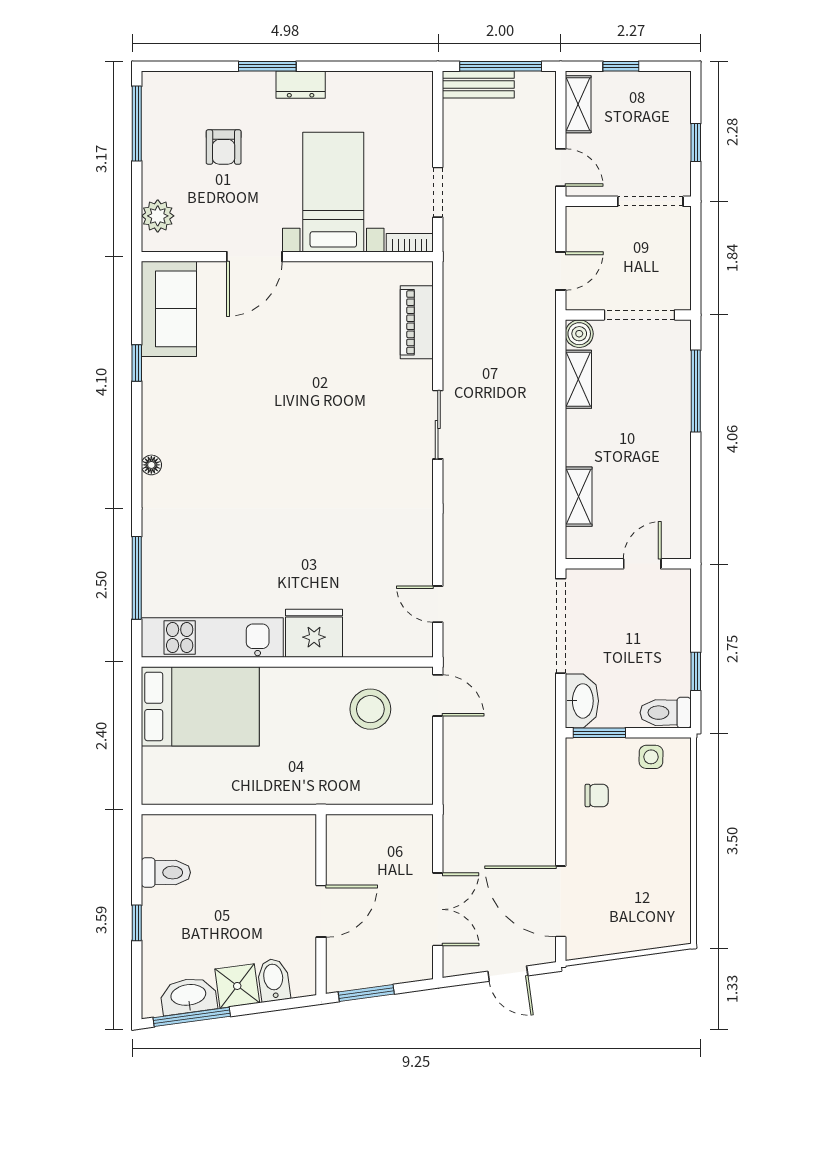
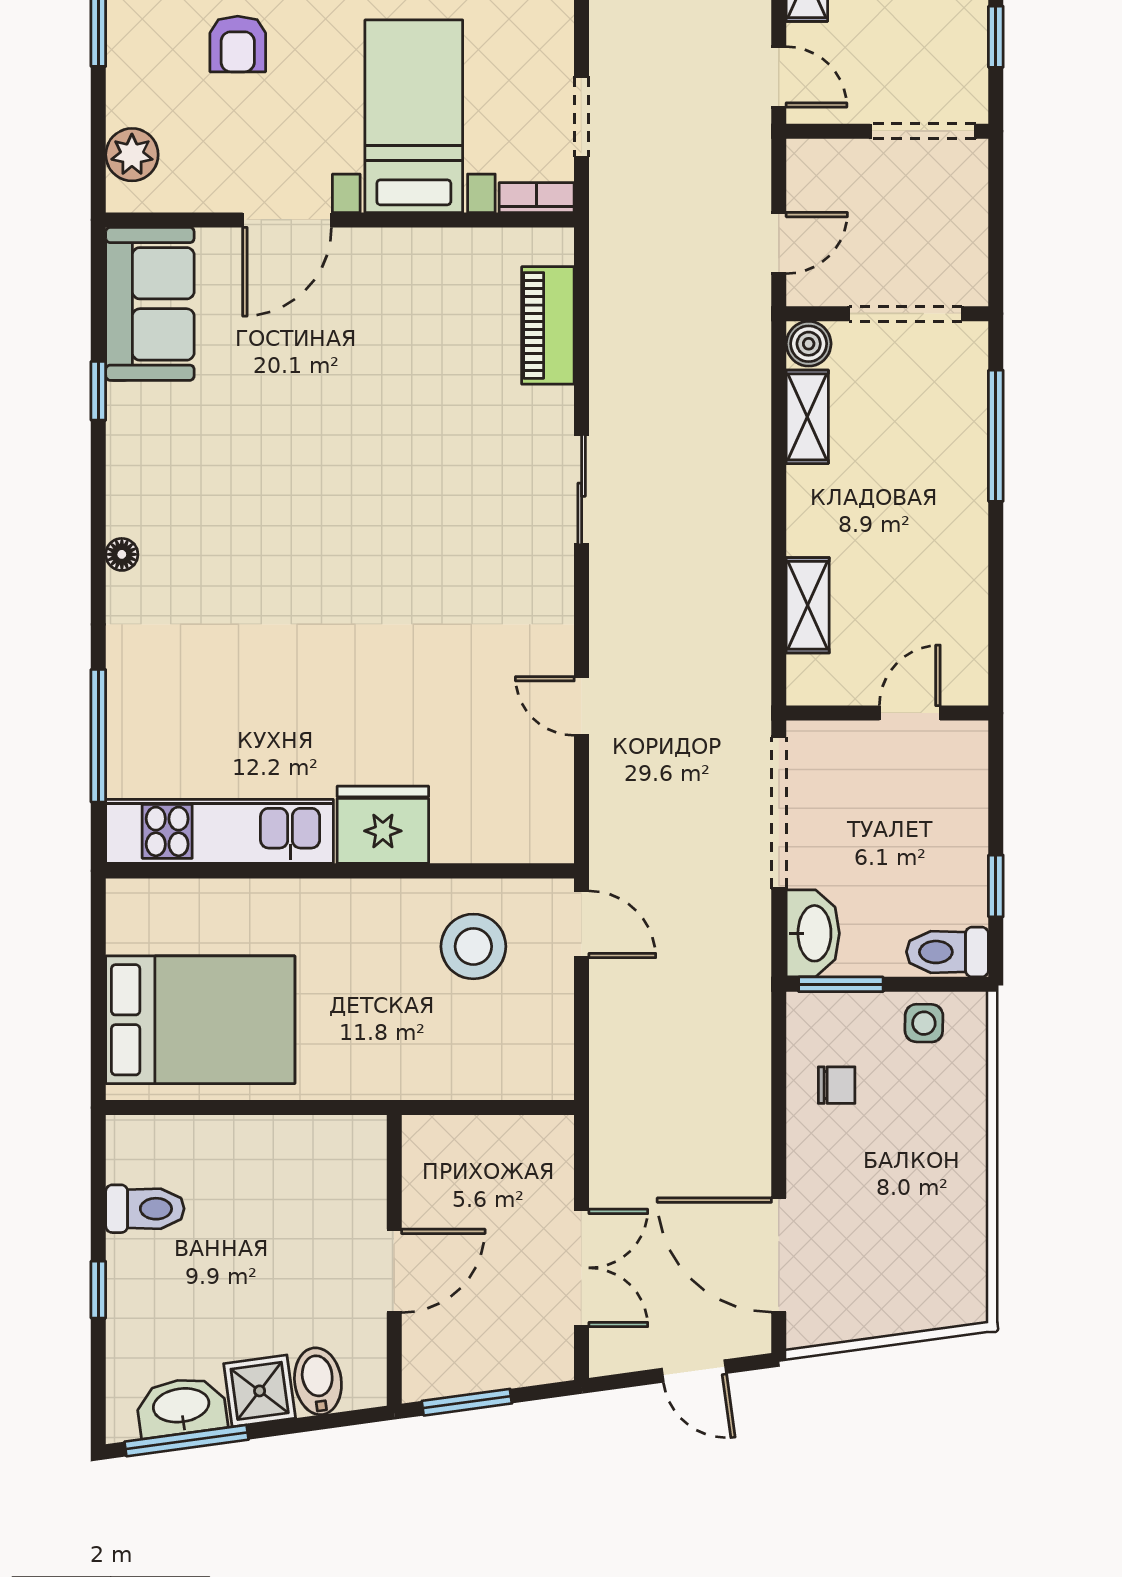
door: (438, 604) -> (582, 706), moved
bed: (200, 706) -> (200, 1020), moved

